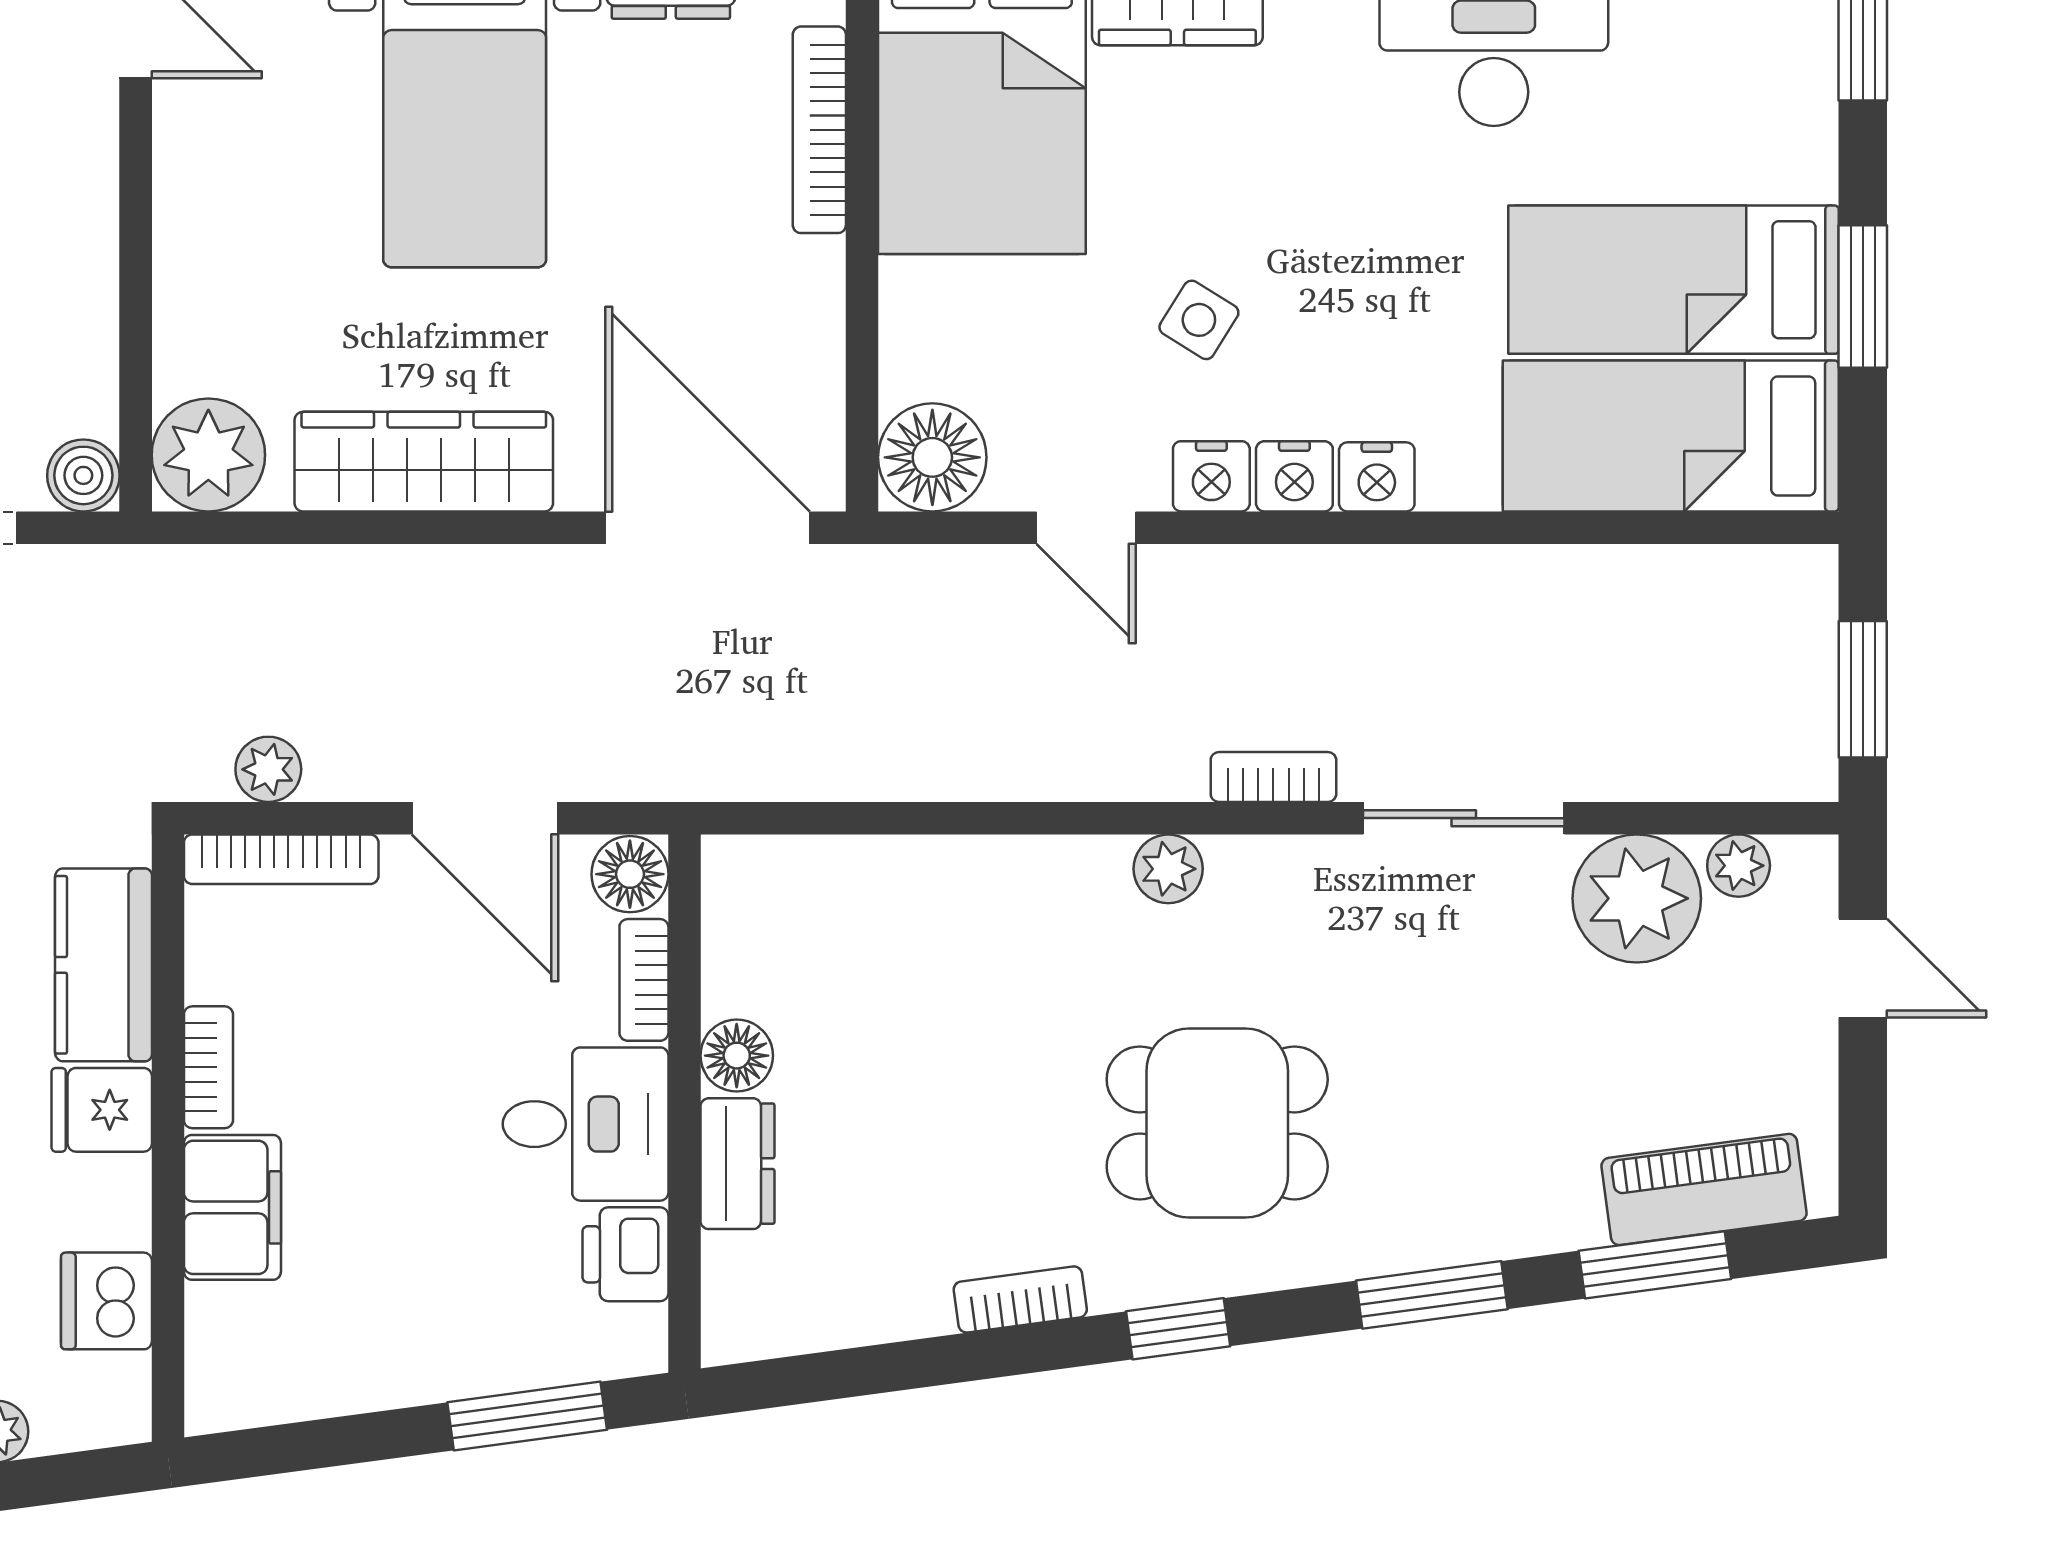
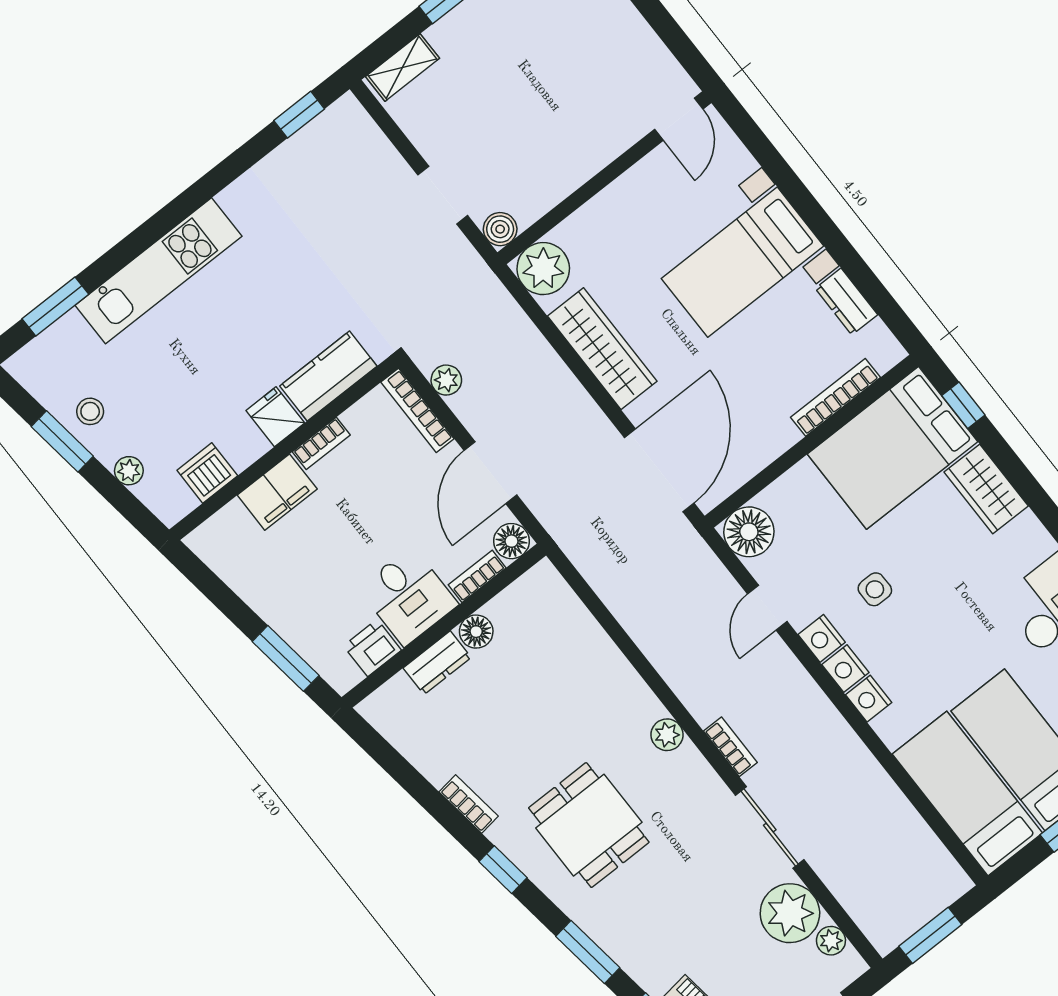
side table: (1199, 320) -> (875, 589), turned -32

